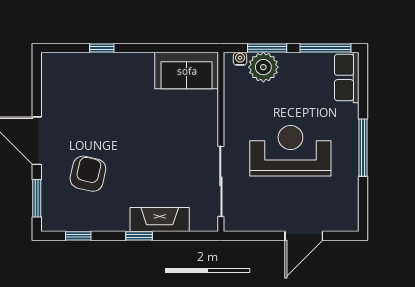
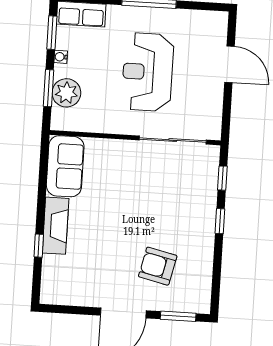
window: (326, 48) -> (52, 33), width x0.69
water cooler: (240, 59) -> (61, 57), moved
fireplace: (160, 220) -> (56, 226), moved, turned 180
window: (78, 236) -> (222, 178), moved

